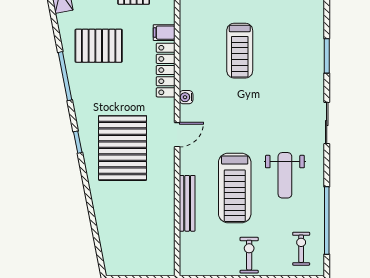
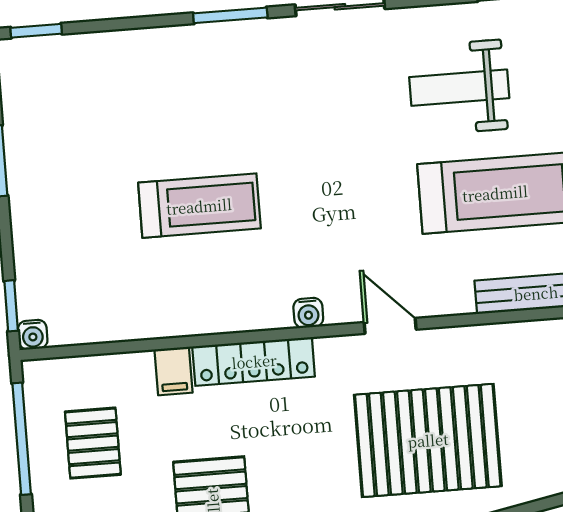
window: (327, 56) -> (230, 15), moved
weight bench: (285, 175) -> (459, 88), turned 180

